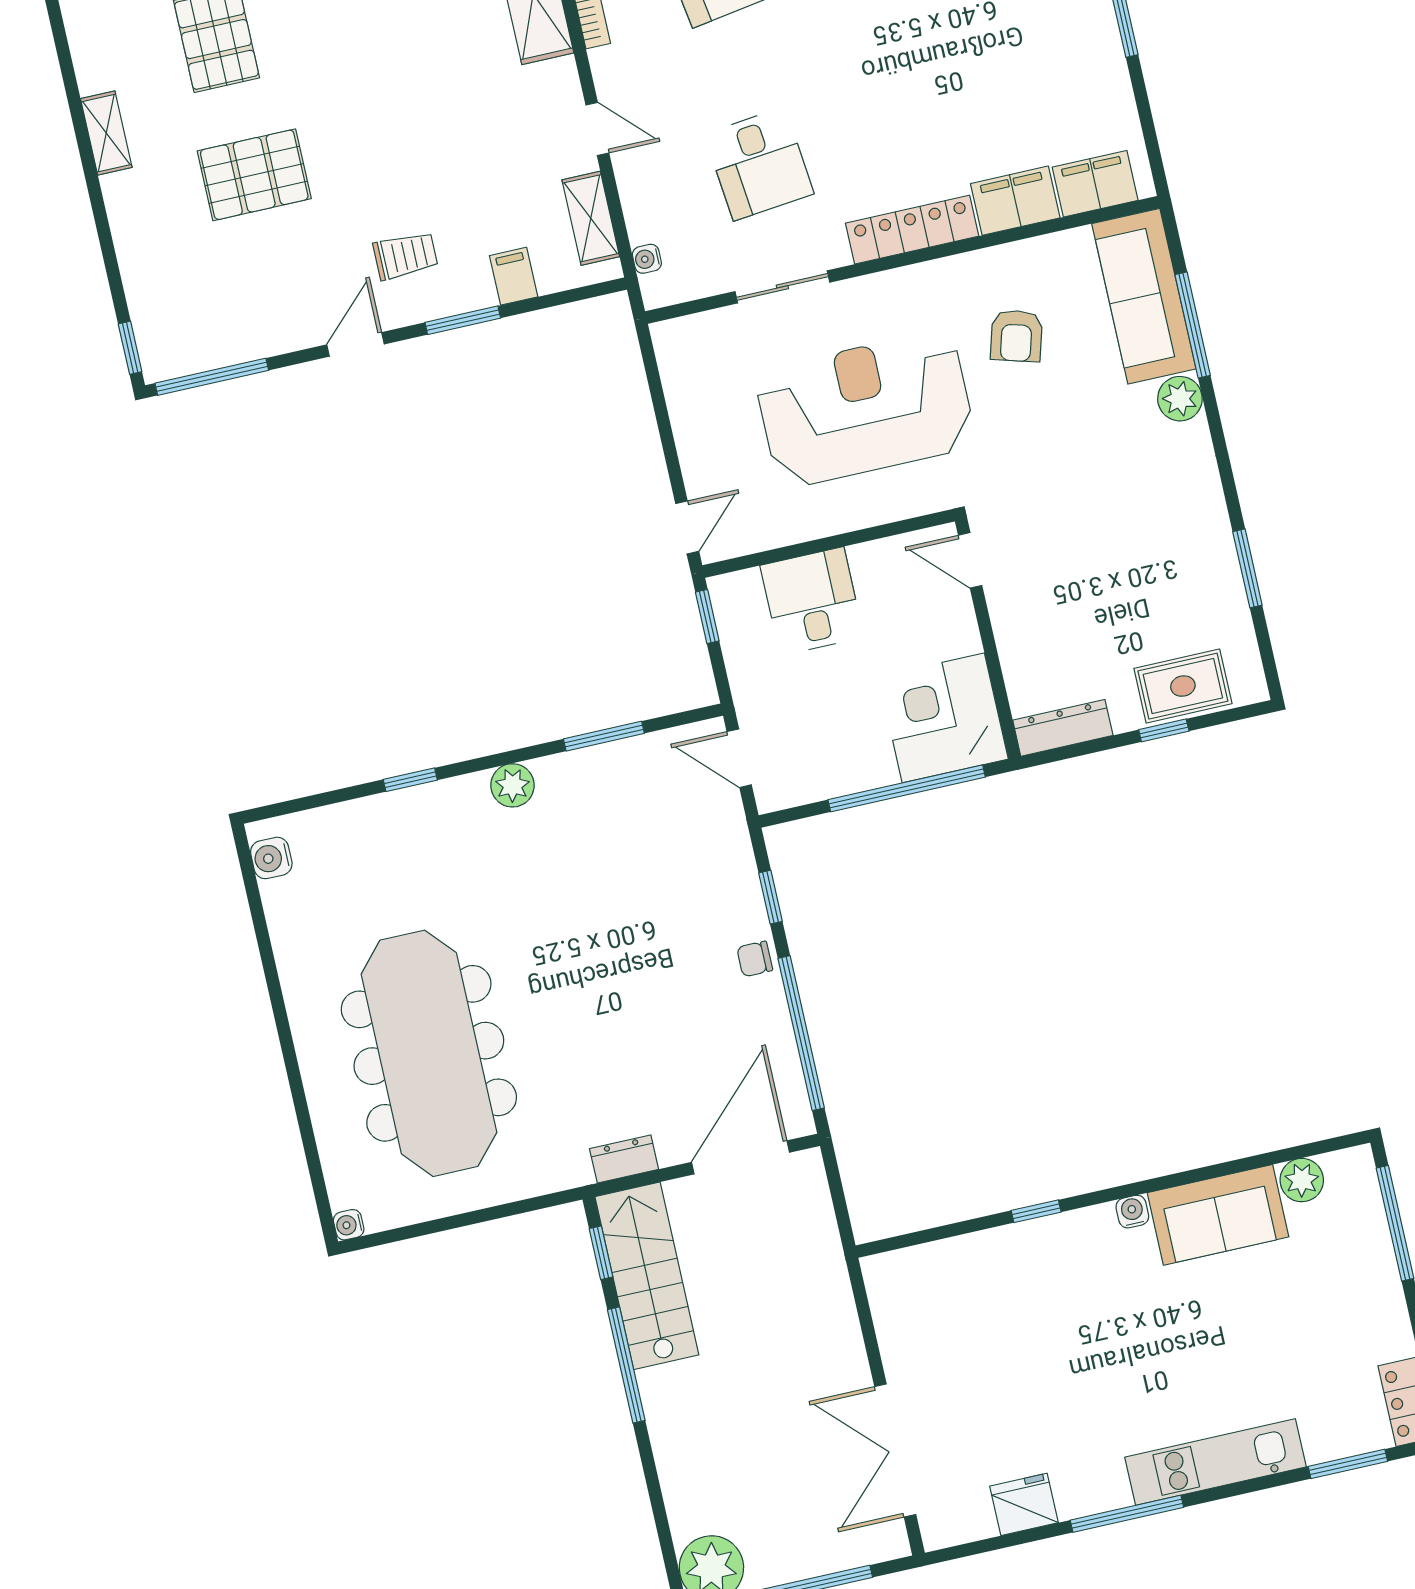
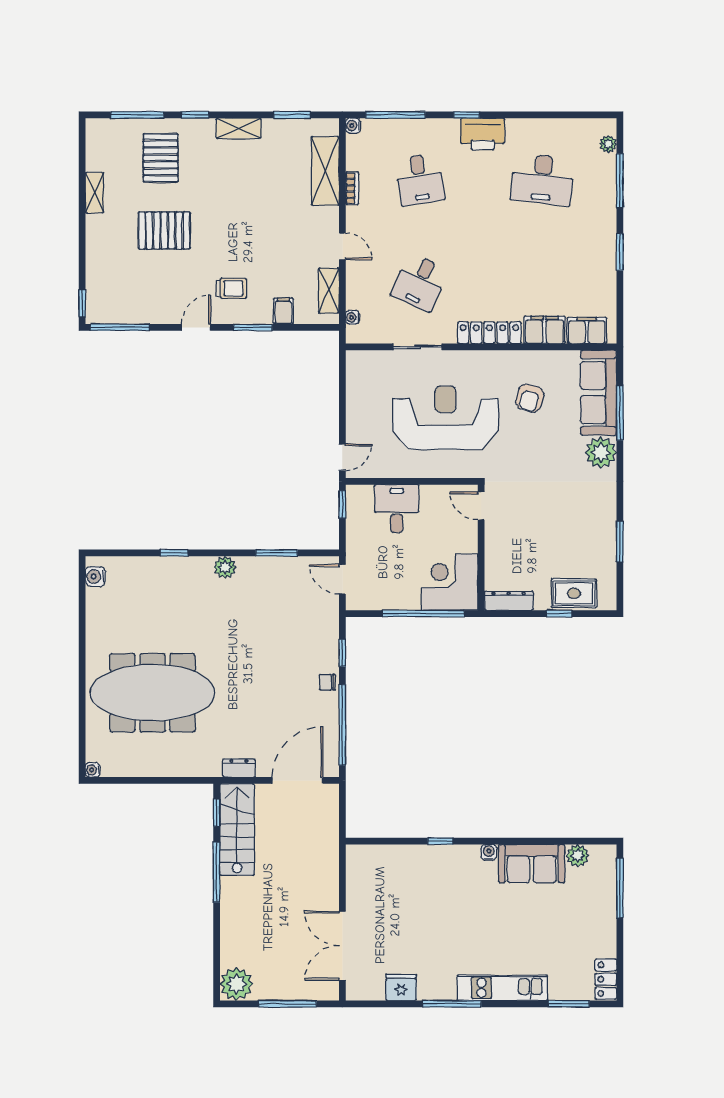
desk: (759, 164) -> (420, 282), turned 30
plant: (1180, 399) -> (601, 452), width x1.36, depth x1.36
meeting table: (429, 1053) -> (153, 693), turned 90

